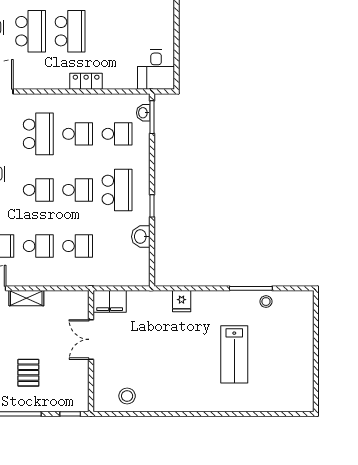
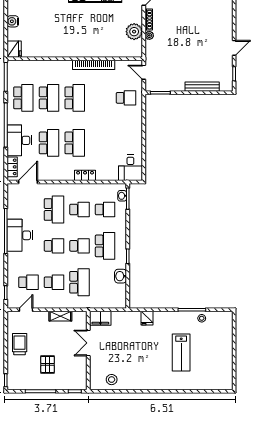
school desk: (78, 246) -> (80, 282), width x1.85
shelving: (26, 298) -> (60, 316), moved

